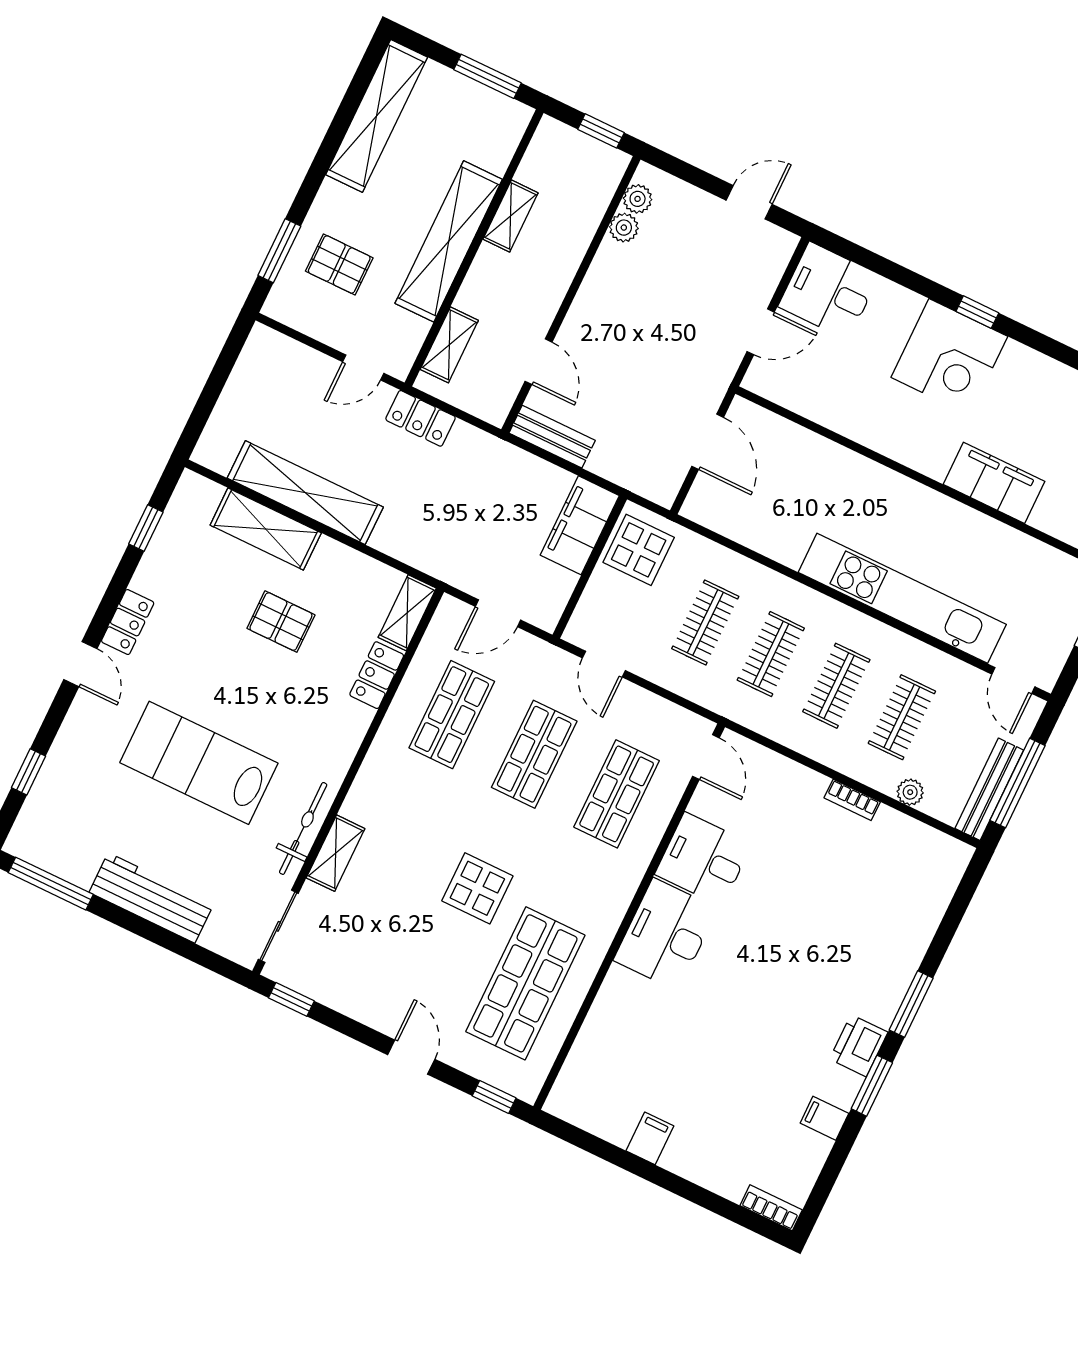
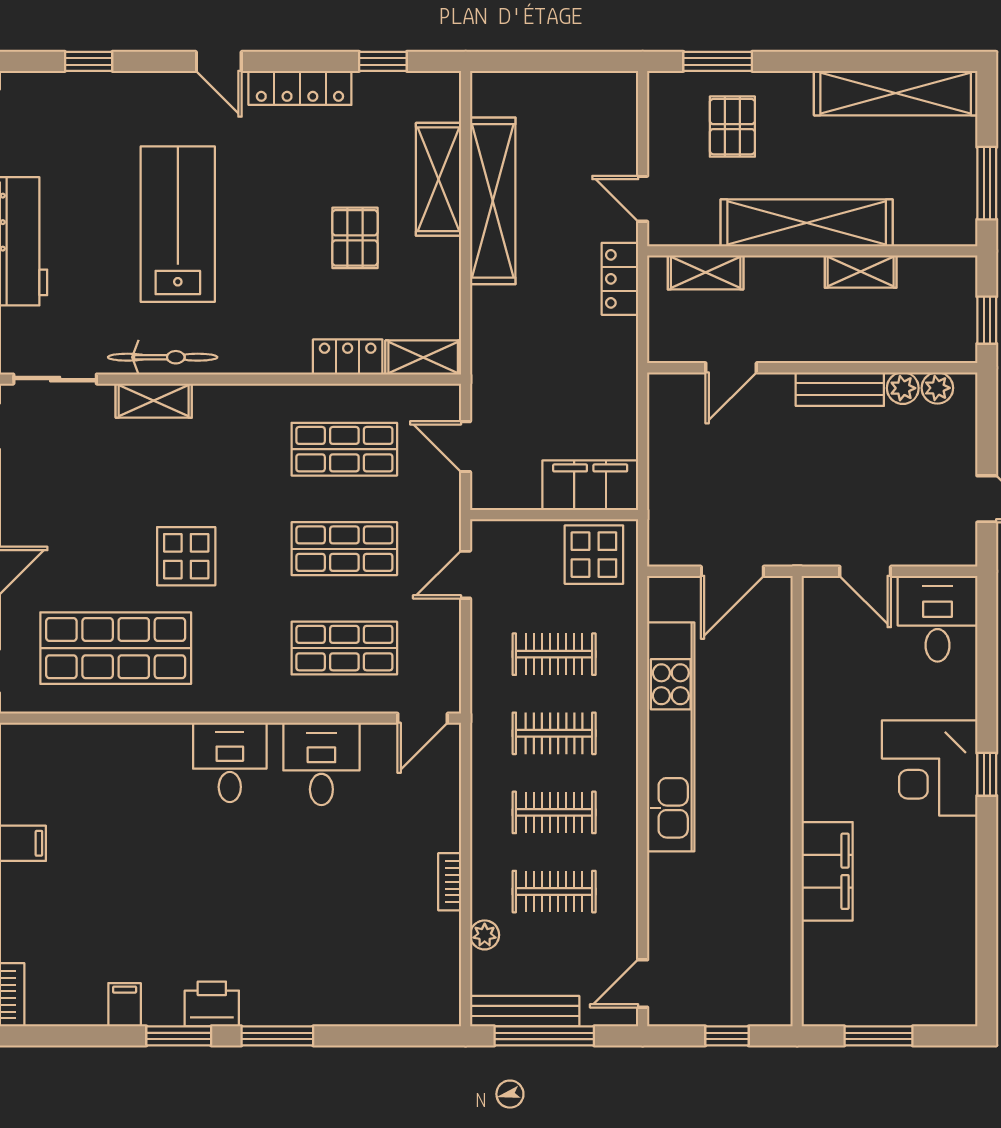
bench: (552, 437) -> (840, 389), moved, turned 90
kitchen unit: (902, 598) -> (671, 737), moved
locker: (128, 622) -> (300, 88), width x1.53
door: (80, 664) -> (219, 61), hinge flipped
desk: (666, 934) -> (230, 762), width x0.73

